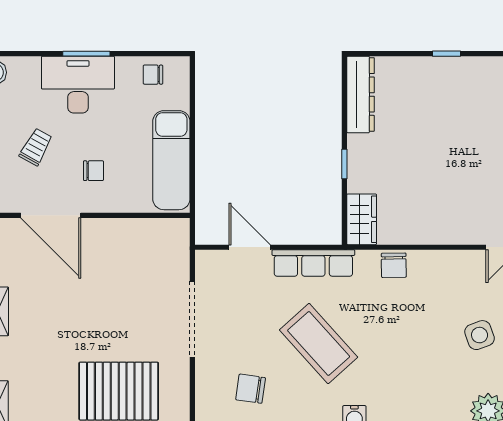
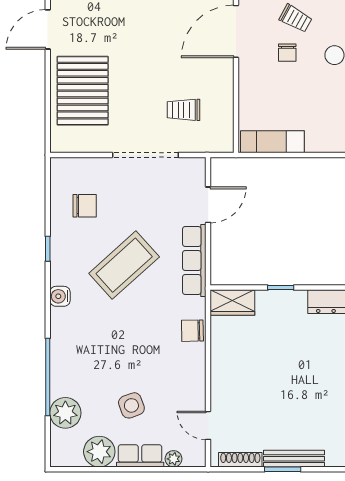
exam couch: (171, 160) -> (272, 142), width x0.73, depth x0.69
chair: (94, 171) -> (287, 53), moved
trolley: (141, 275) -> (183, 110), added
chair: (251, 389) -> (85, 206), turned 82

